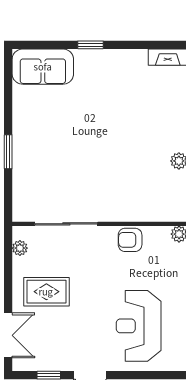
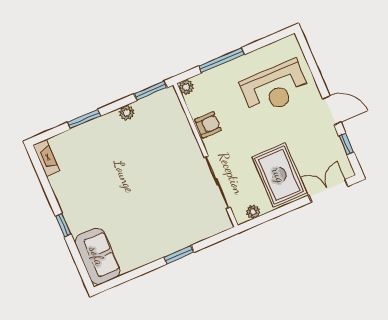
armchair: (130, 240) -> (208, 125), turned -90
rug: (46, 292) -> (279, 175), width x1.36, depth x1.43

